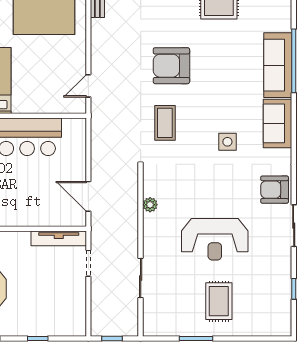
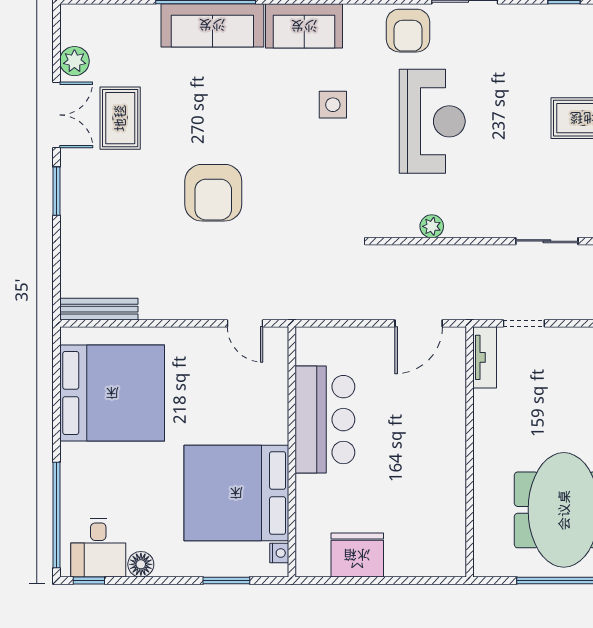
coffee table: (165, 123) -> (303, 203), removed
tv unit: (59, 238) -> (485, 357), width x0.71
reception desk: (215, 239) -> (432, 121), moved

